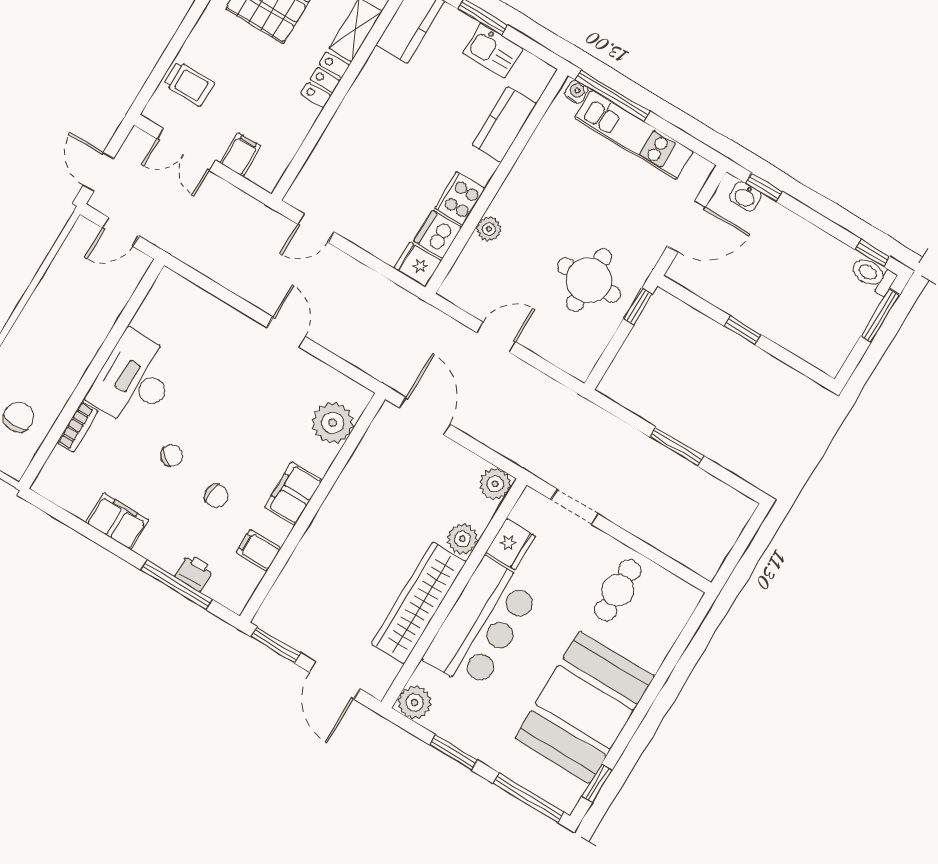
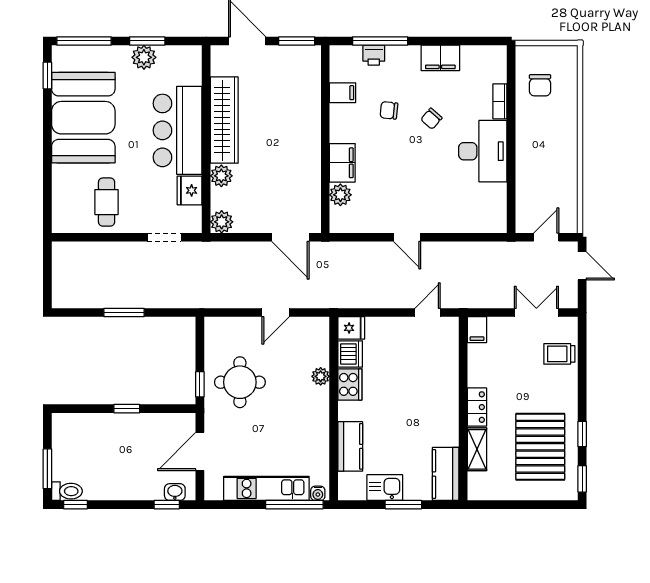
filing cabinet: (240, 154) -> (477, 330), moved
plant: (333, 423) -> (340, 195), width x0.73, depth x0.73
filing cabinet: (293, 494) -> (342, 163), moved
plant: (415, 702) -> (144, 57), moved

